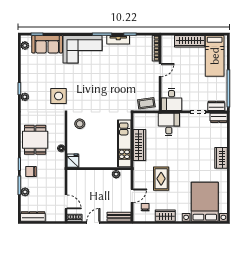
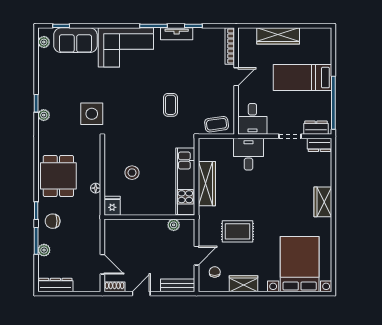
bed: (215, 56) -> (302, 78), moved, turned 90
coffee table: (114, 90) -> (170, 105), added
stool: (80, 124) -> (132, 173), moved
rug: (161, 179) -> (237, 231), turned 90

